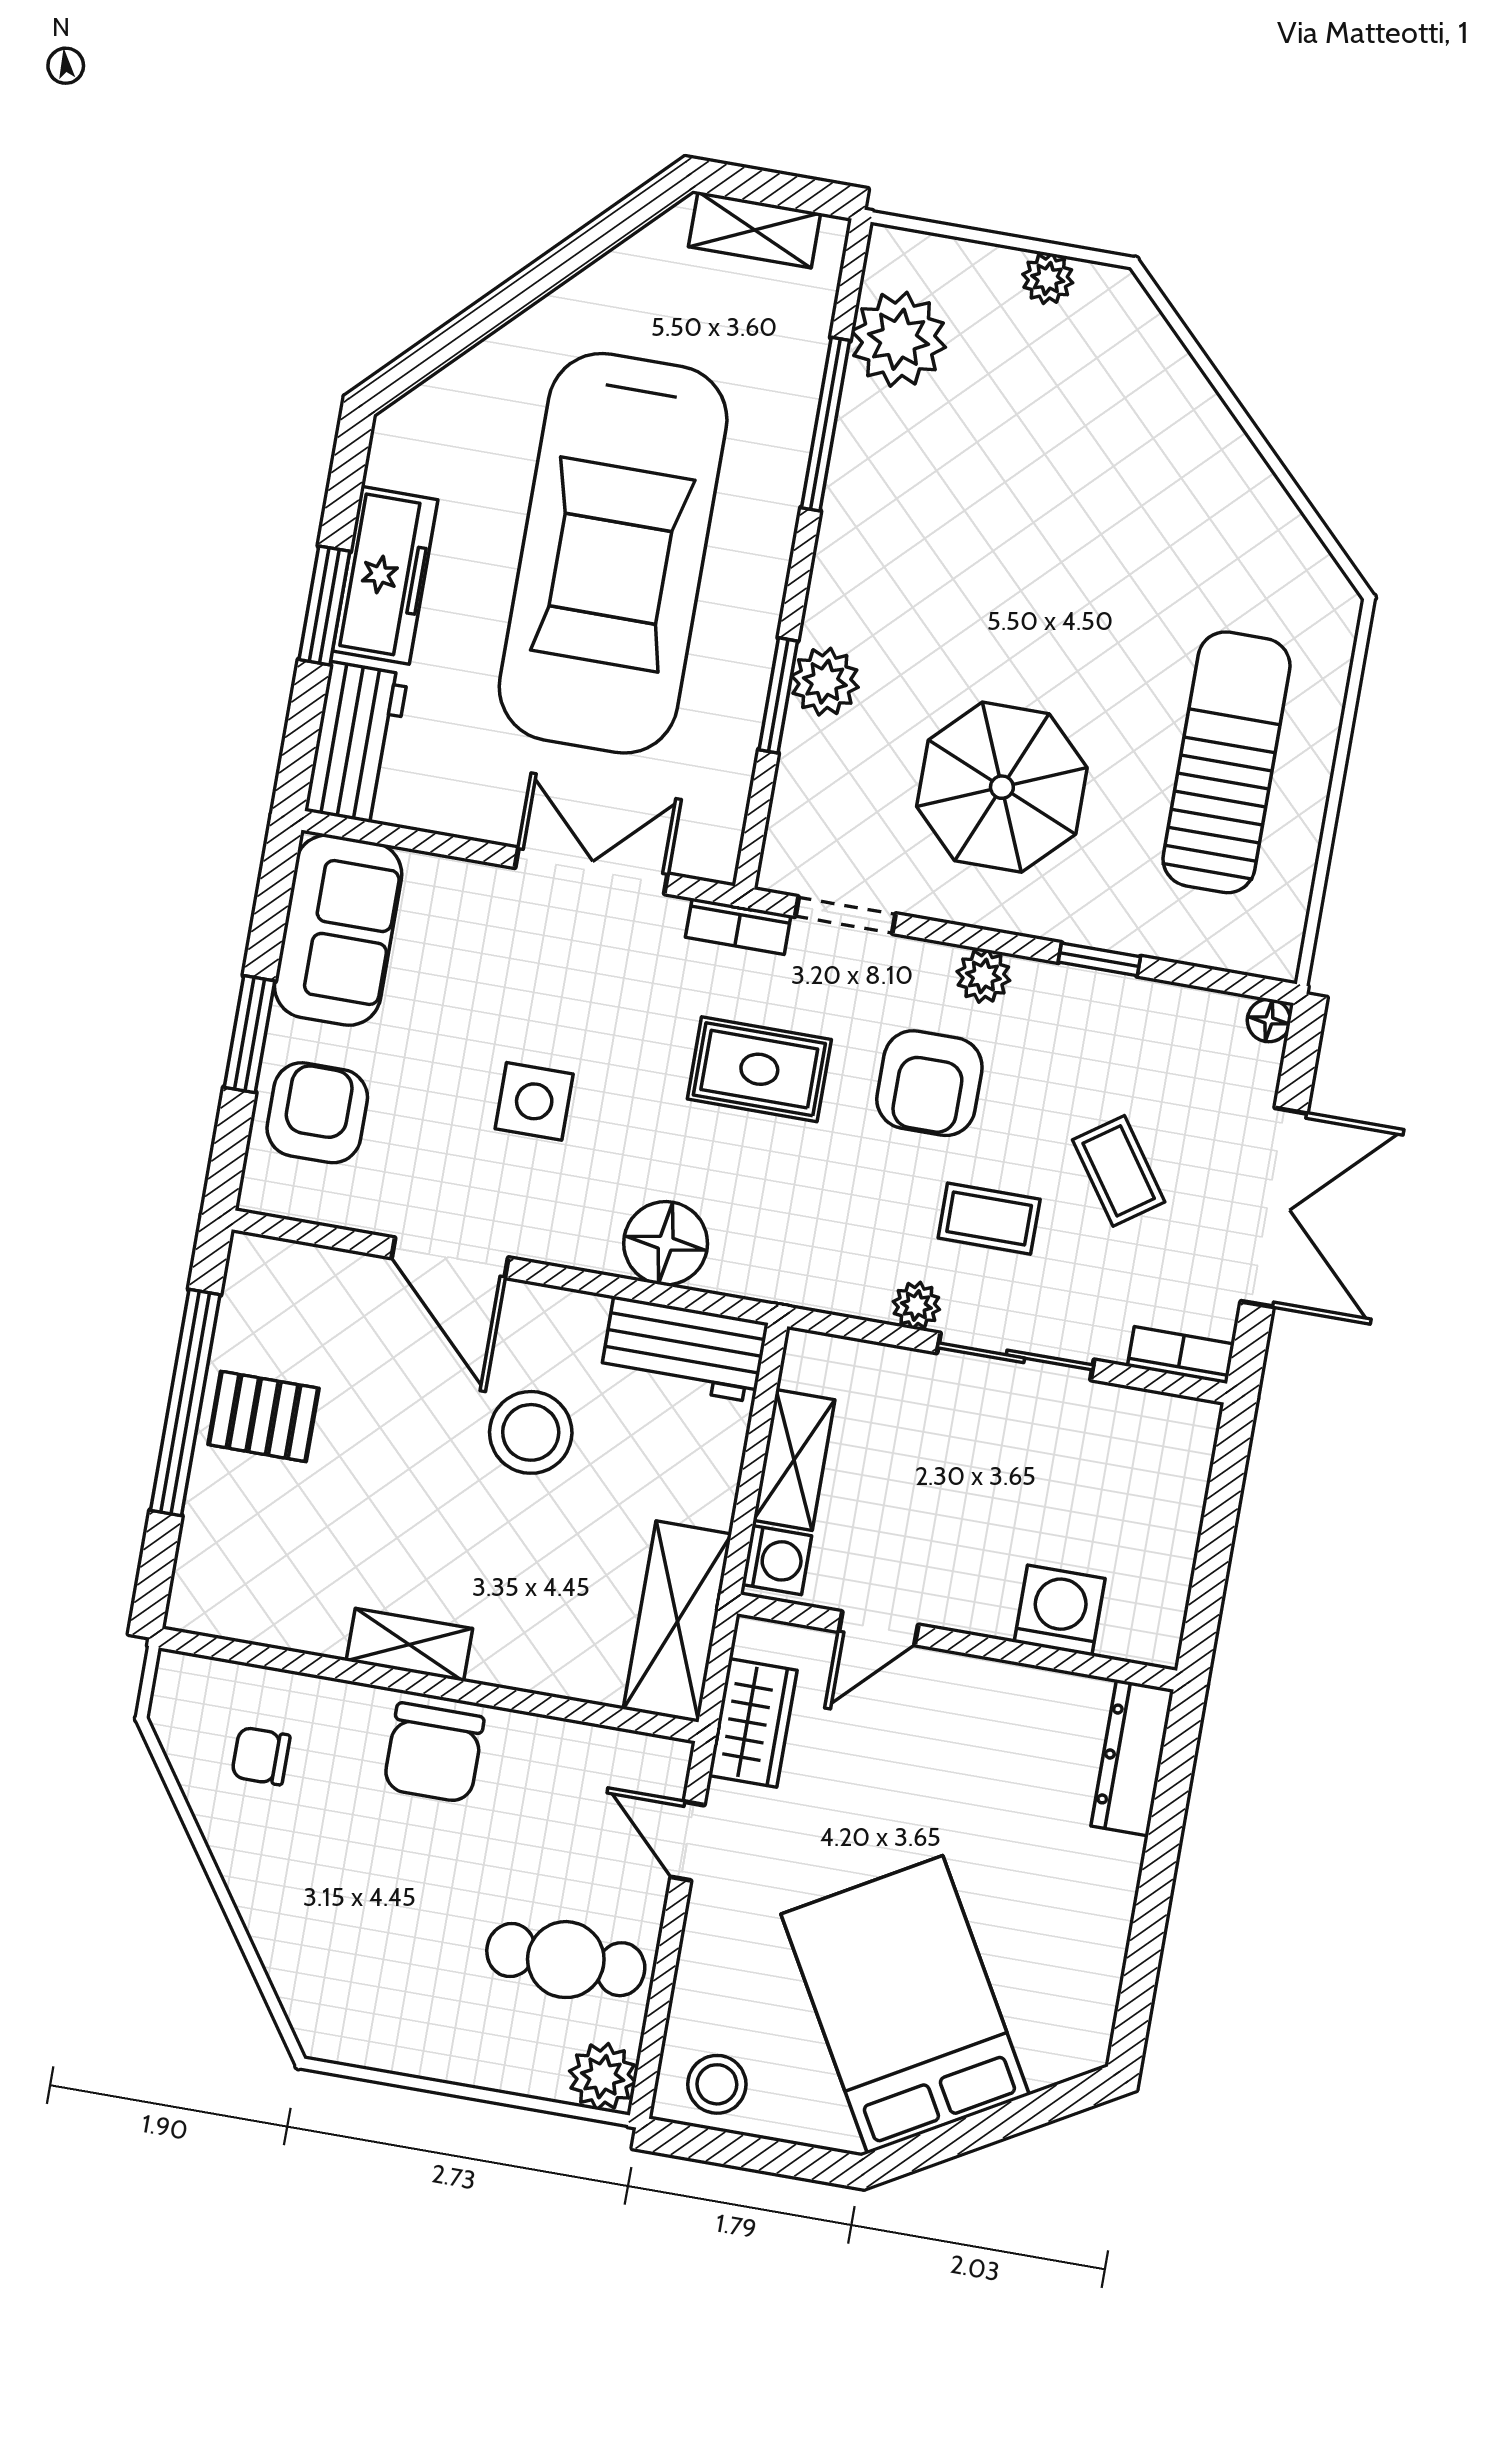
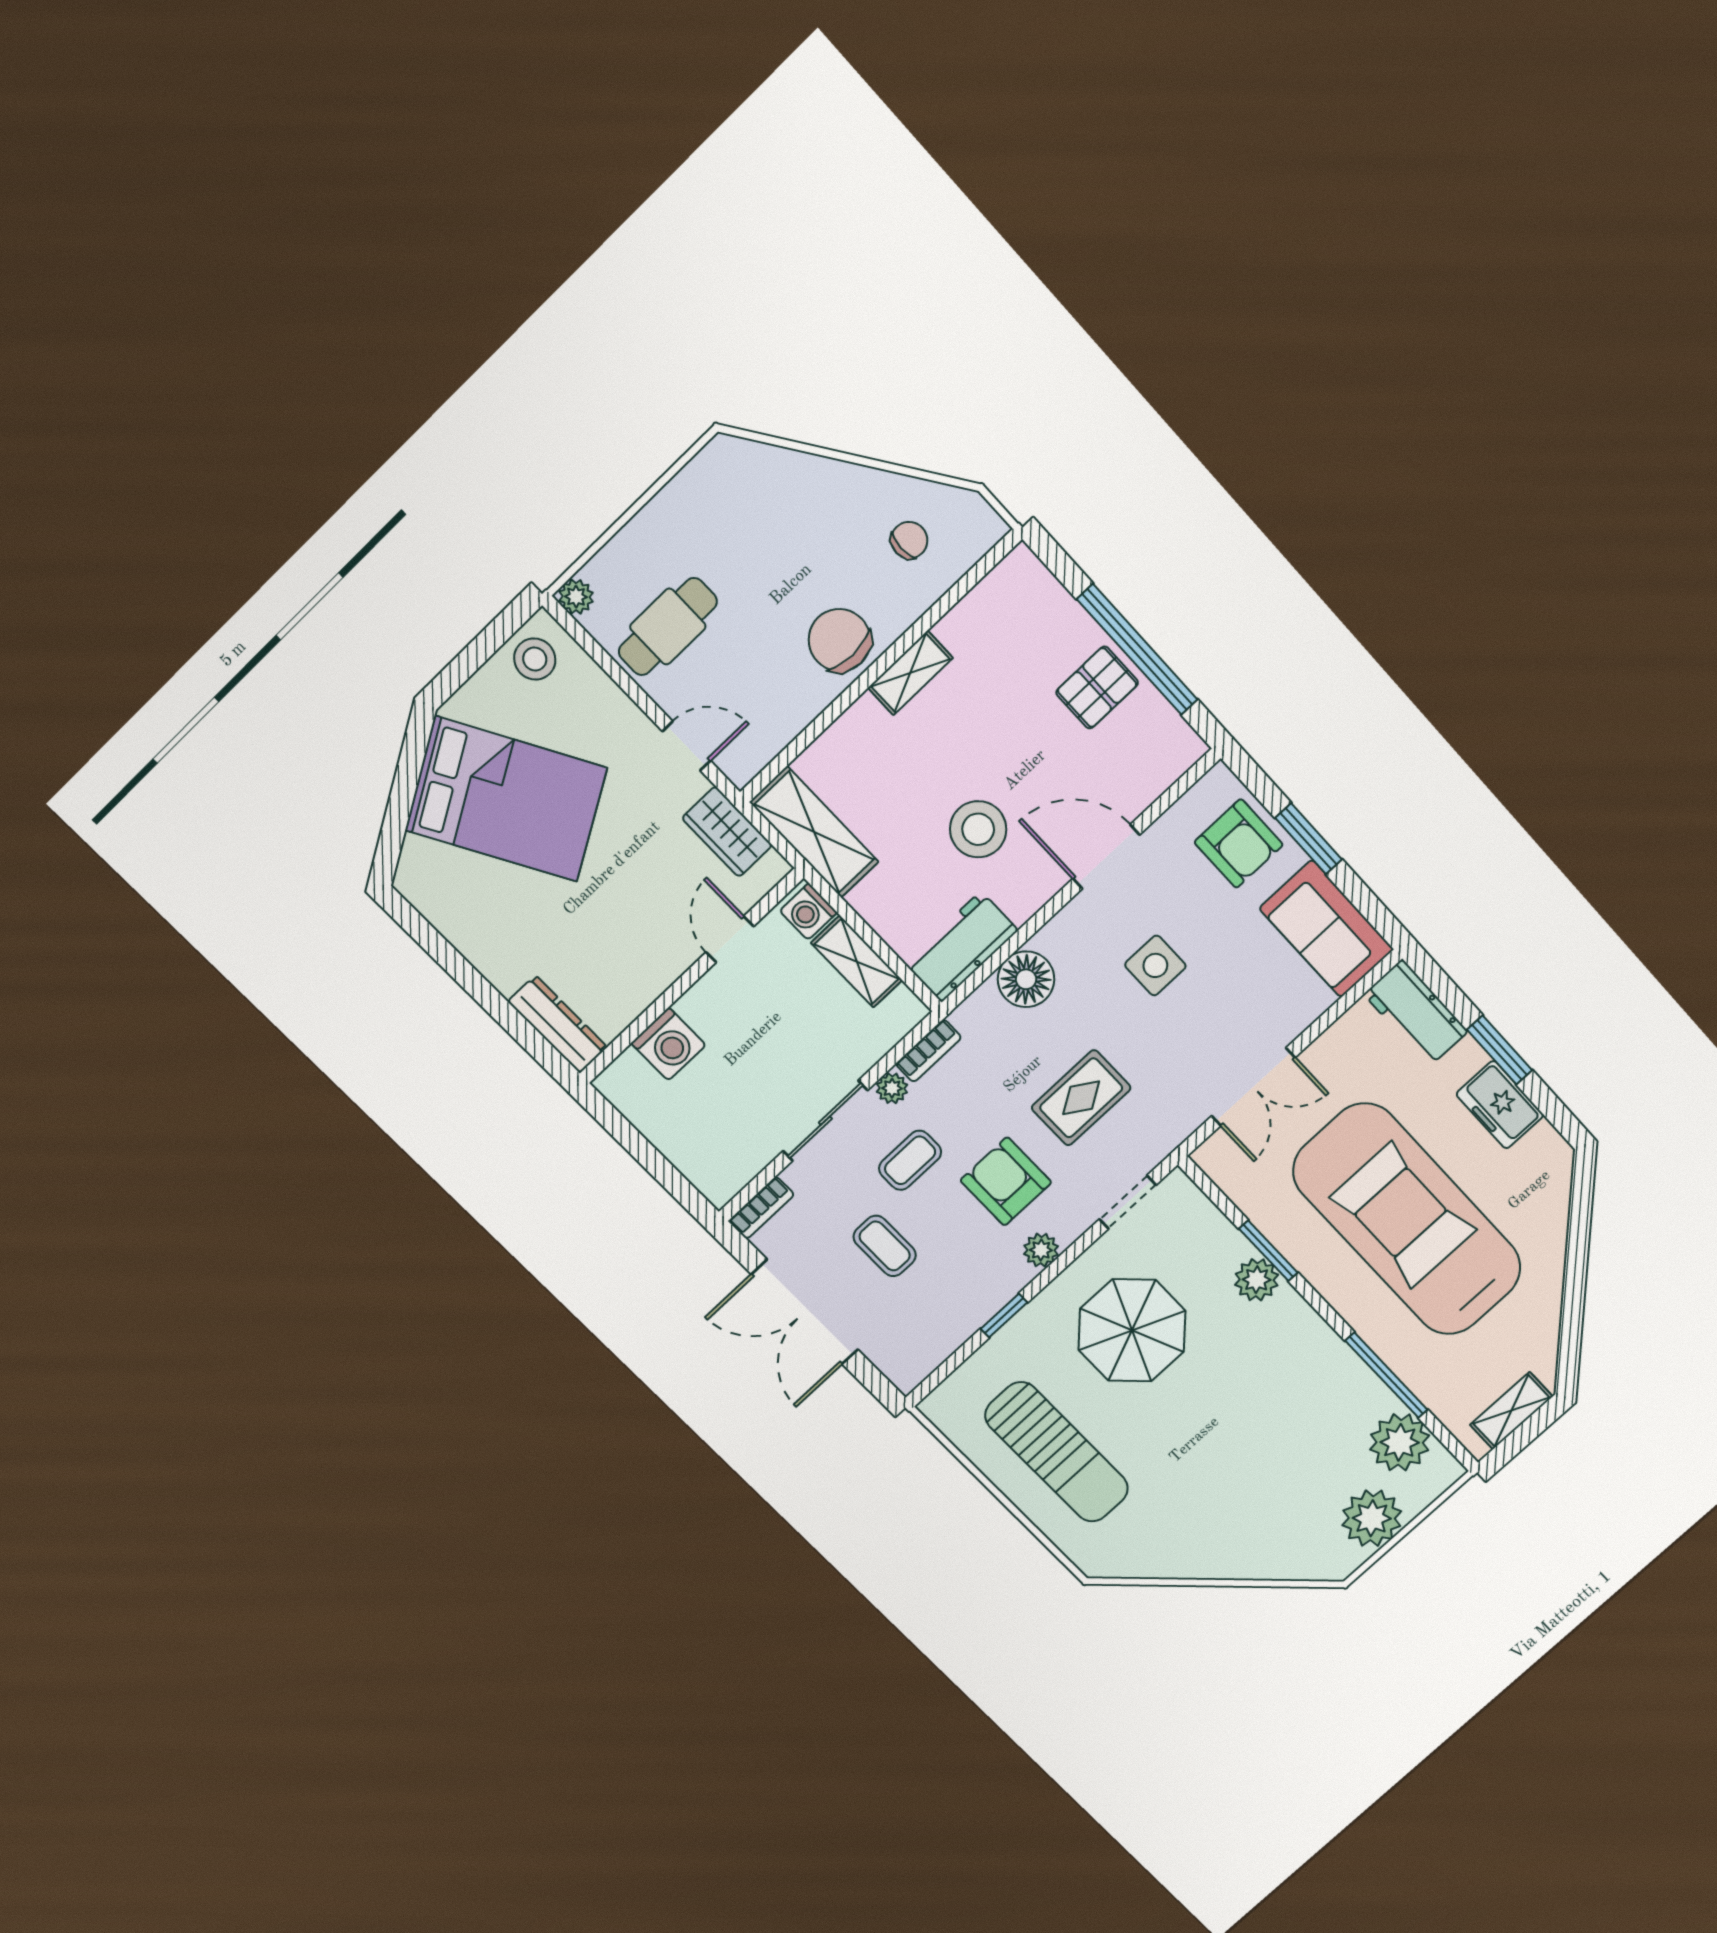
plant: (1048, 279) -> (1372, 1518), width x1.88, depth x1.88
freezer: (385, 575) -> (1500, 1105), width x0.71
bookcase: (738, 926) -> (929, 1051), moved, turned 180
floor lamp: (1269, 1020) -> (906, 1379), removed
coffee table: (1119, 1171) -> (885, 1246), turned 35
plant: (603, 2077) -> (576, 597), width x0.73, depth x0.73

